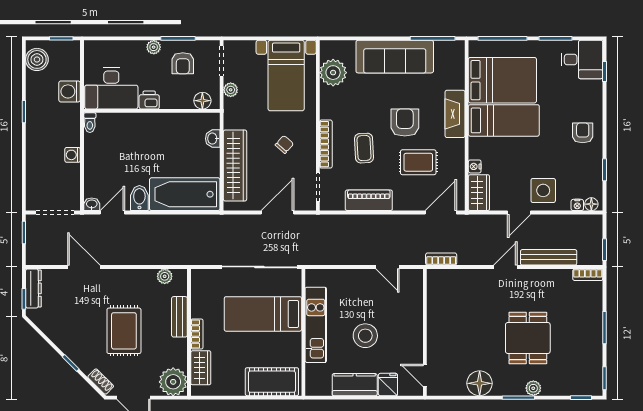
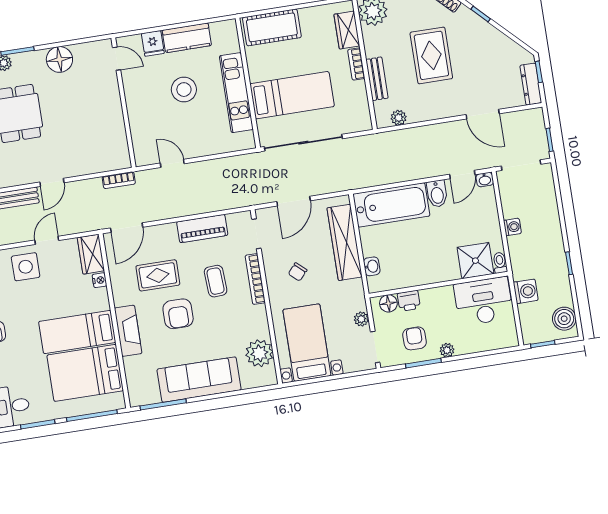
printer: (149, 100) -> (409, 301), moved
shower: (113, 128) -> (475, 261), added

